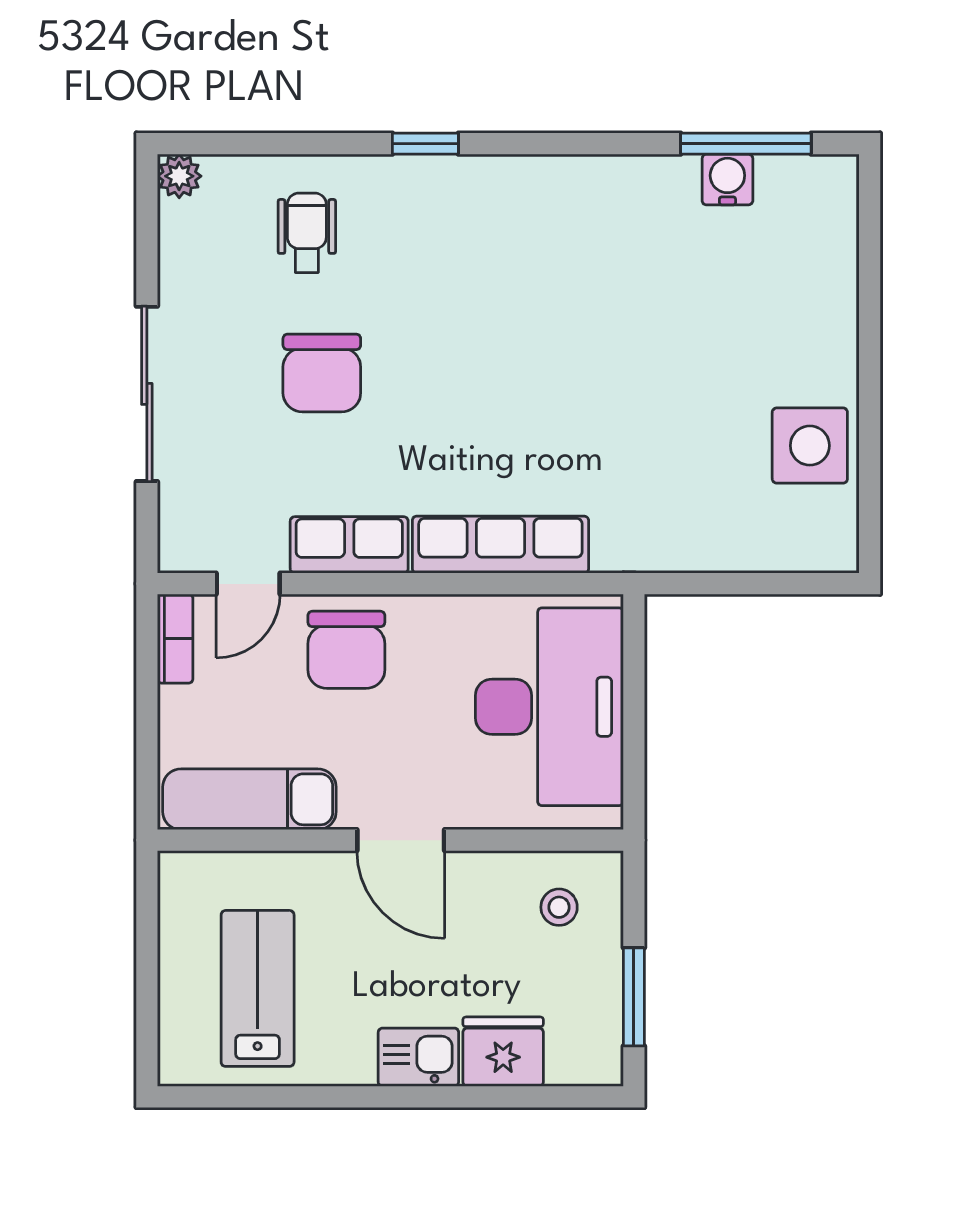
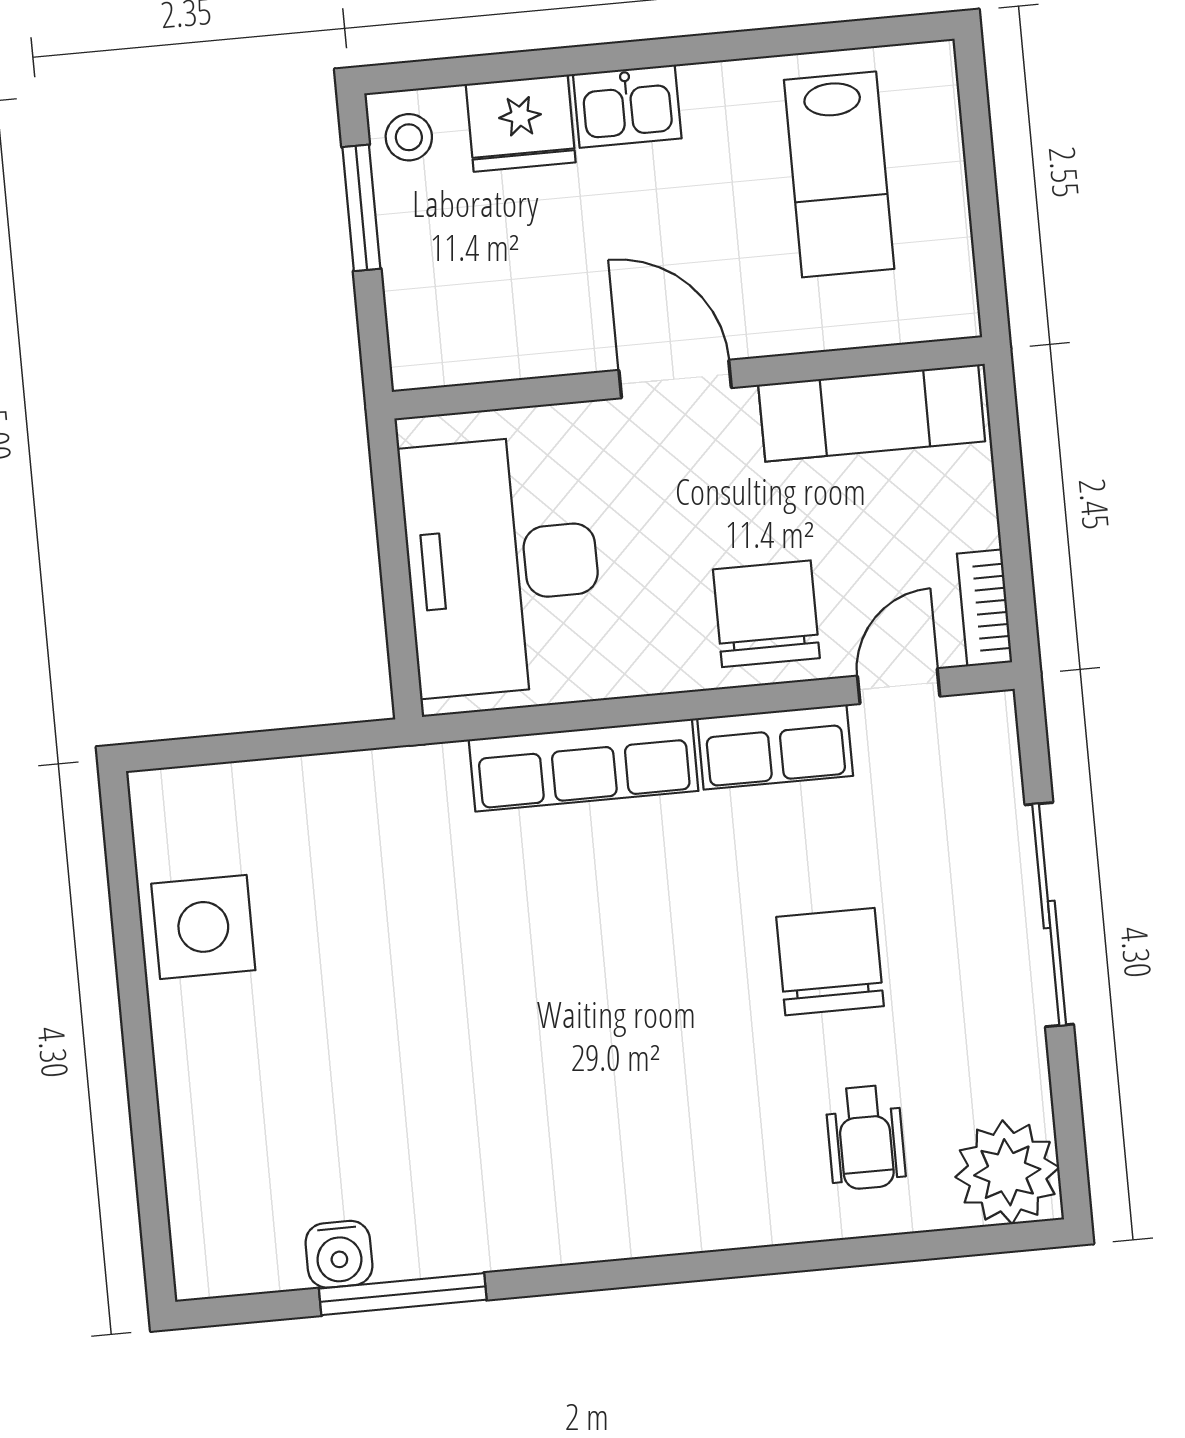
window: (425, 144) -> (726, 1264), removed
window: (746, 144) -> (403, 1294), moved
plant: (179, 176) -> (1007, 1172), width x1.88, depth x1.88
stool: (559, 907) -> (409, 137), moved

